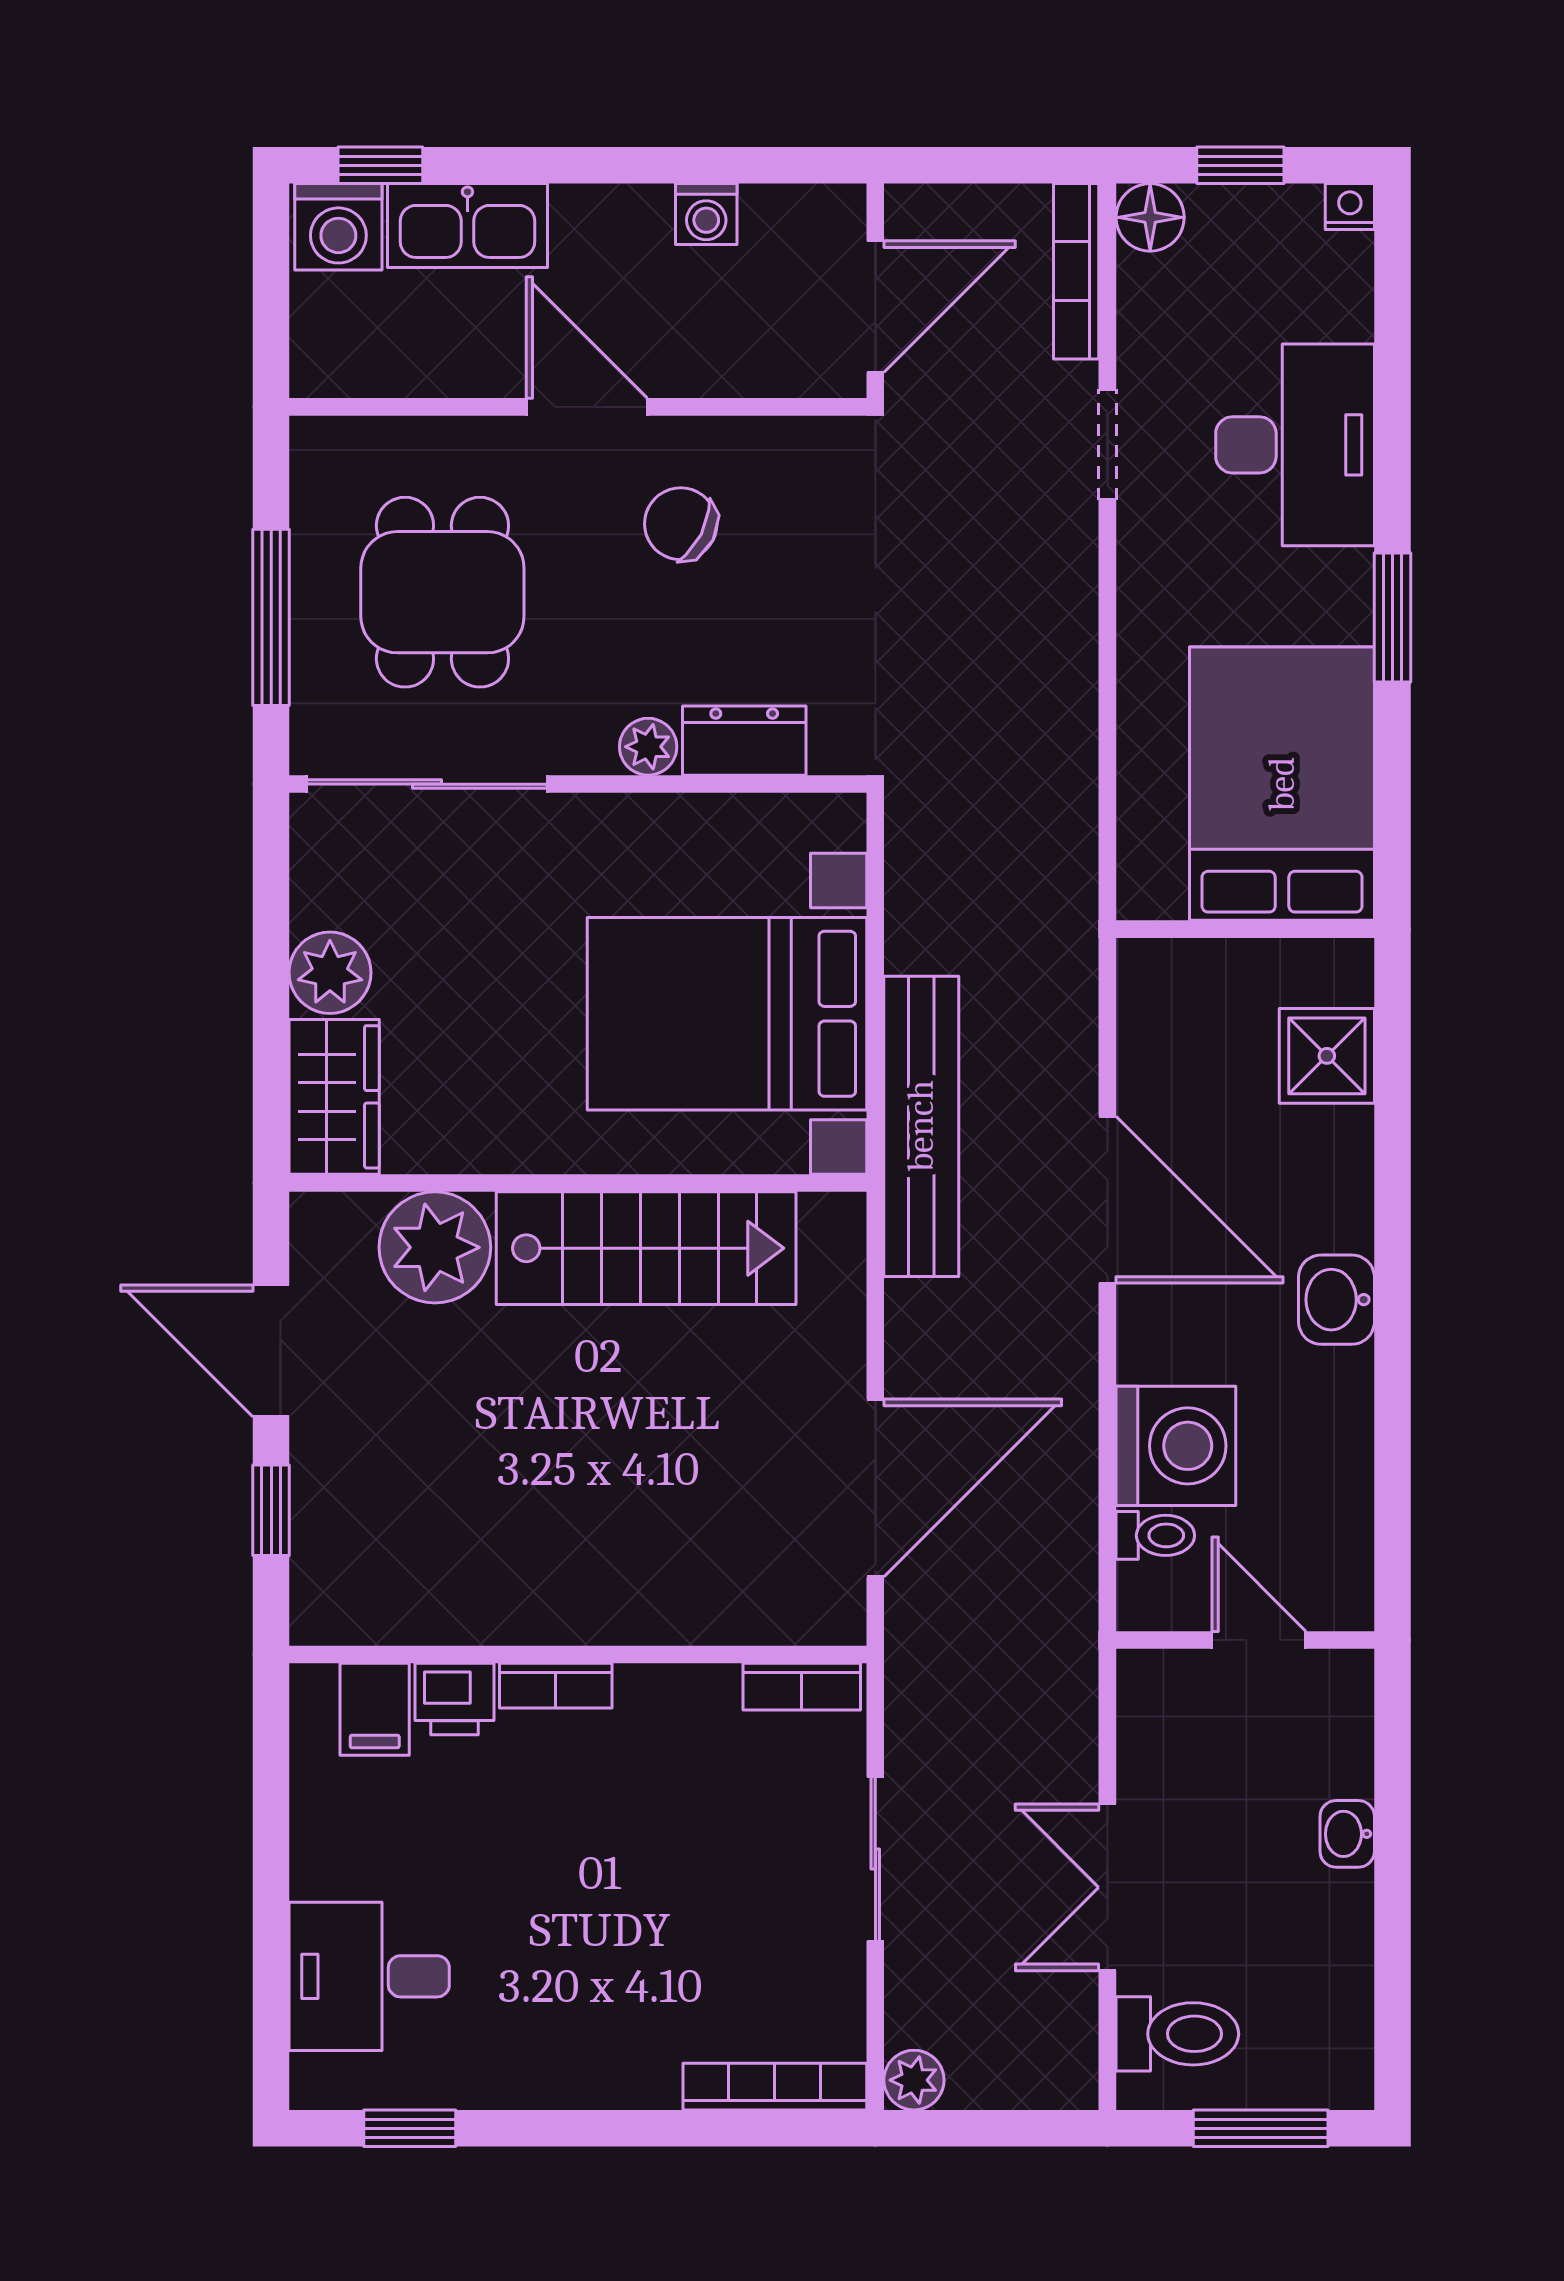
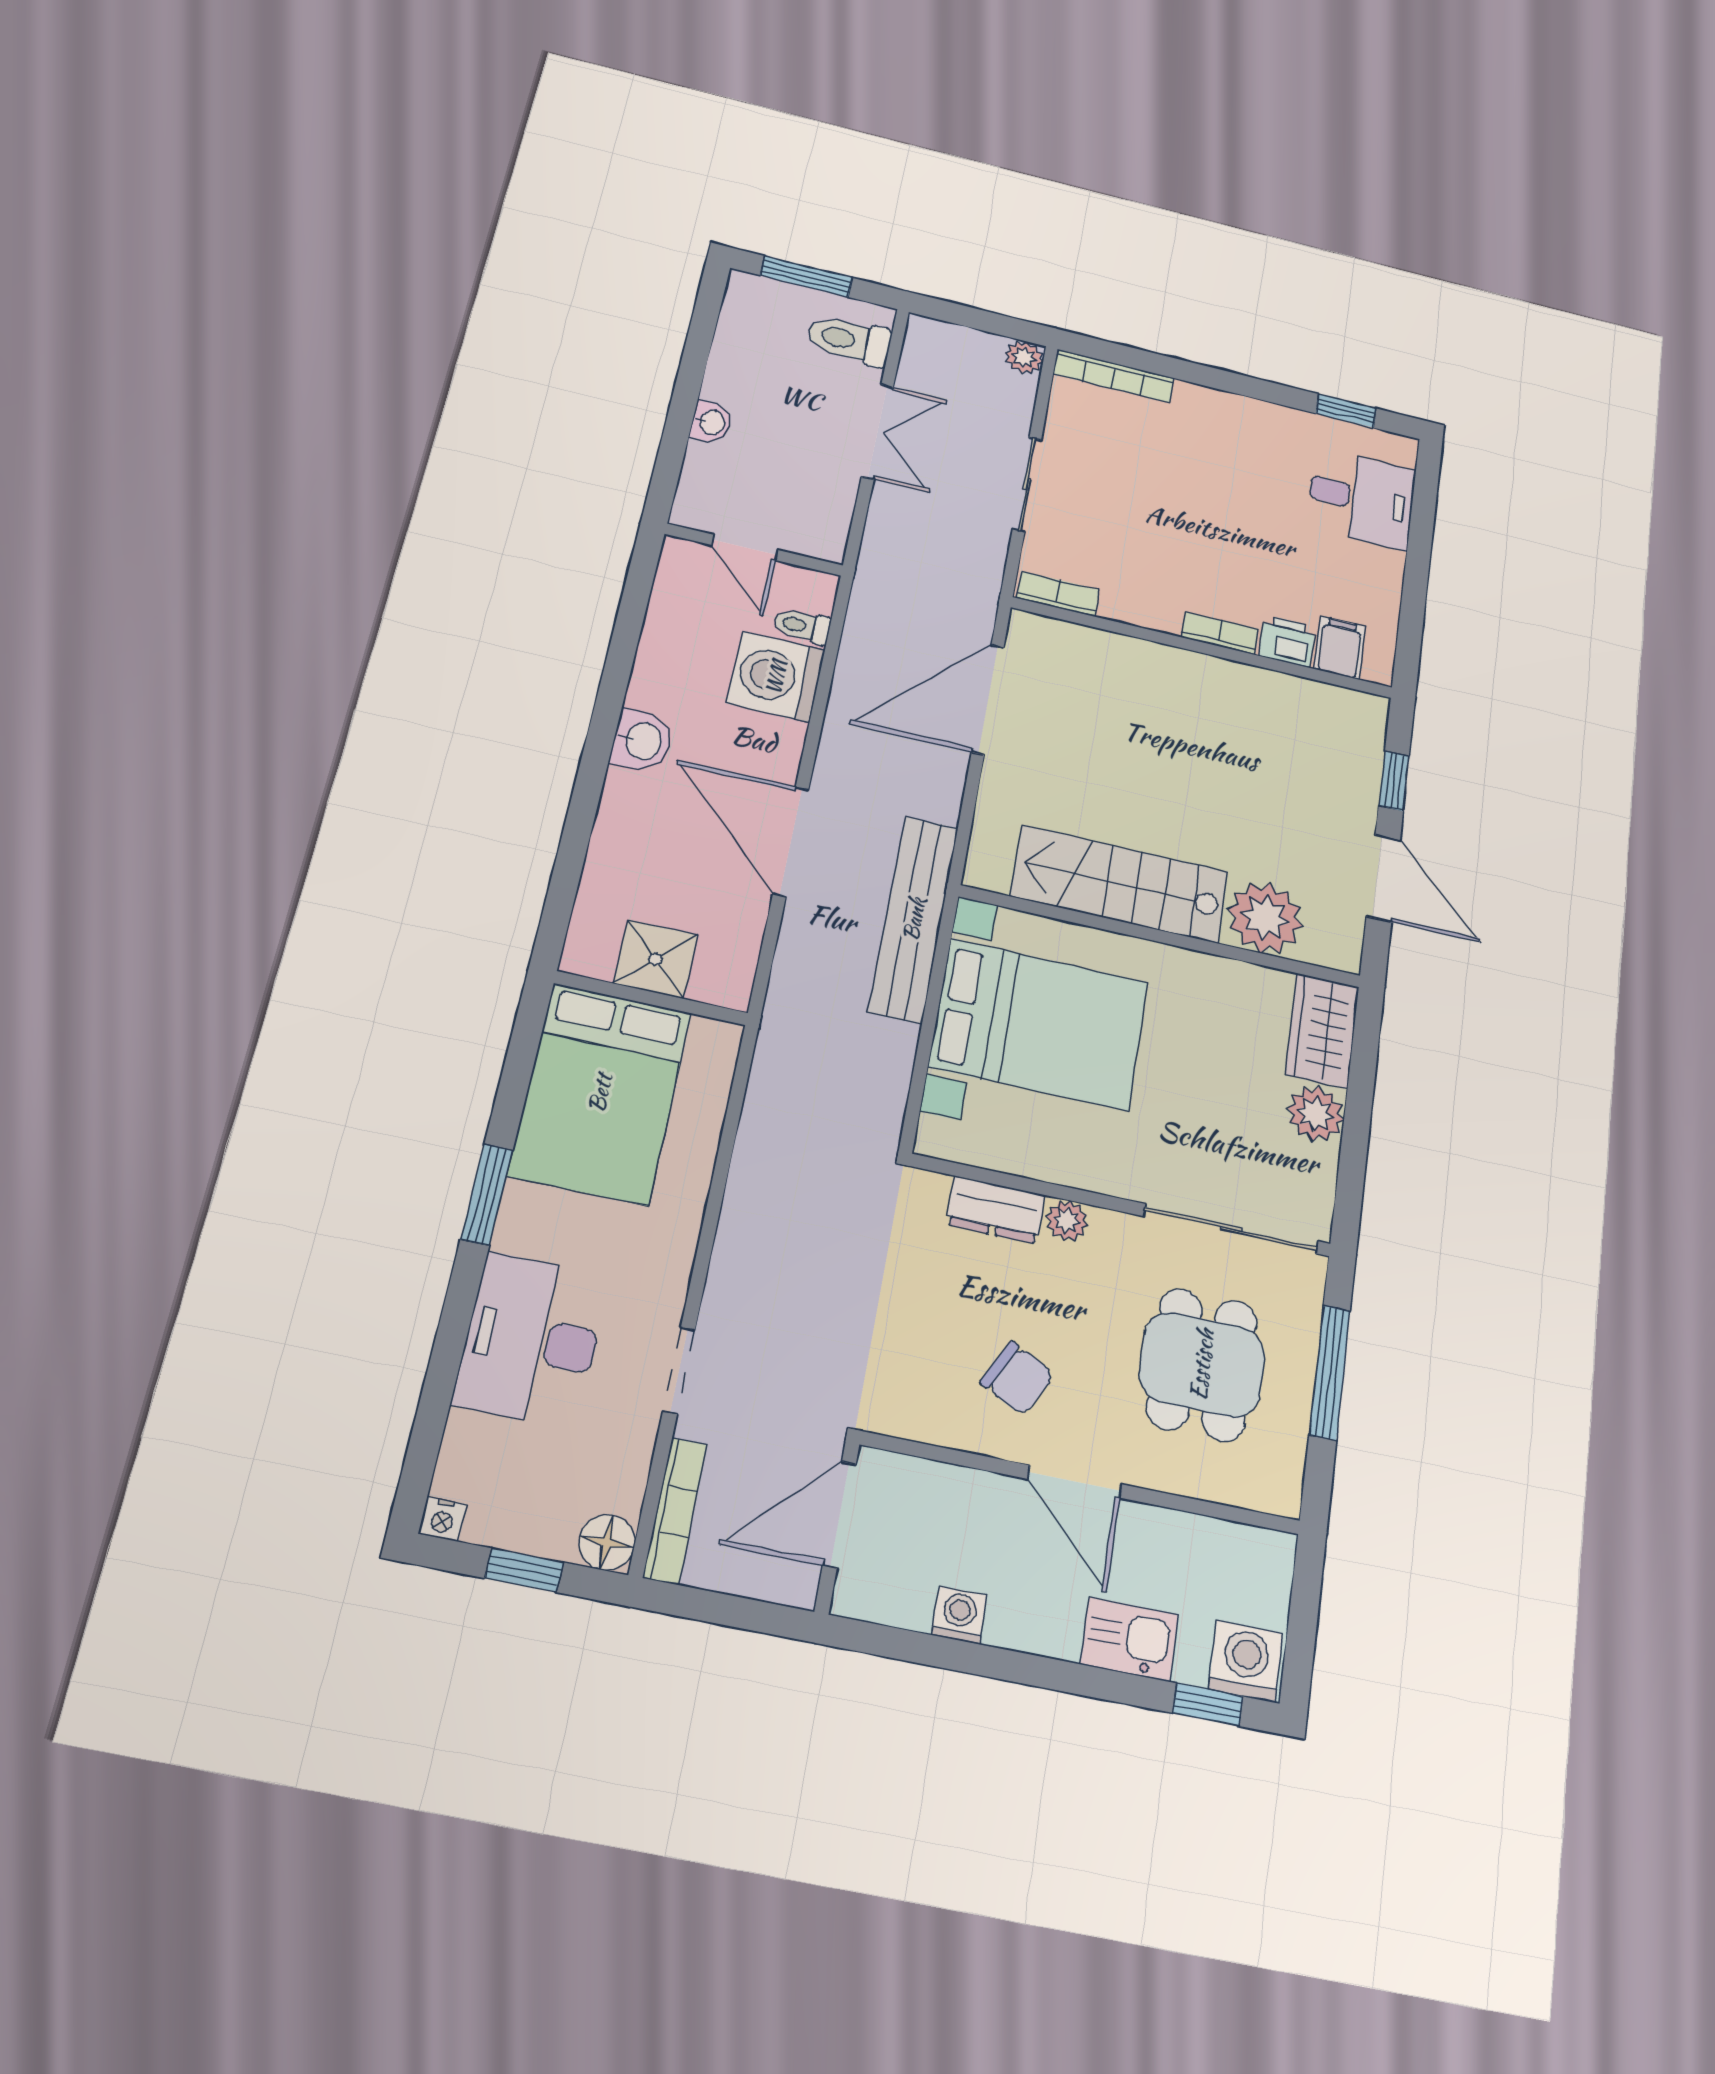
kitchen sink: (467, 226) -> (1130, 1639), width x0.73
shower: (1327, 1056) -> (656, 959), moved

